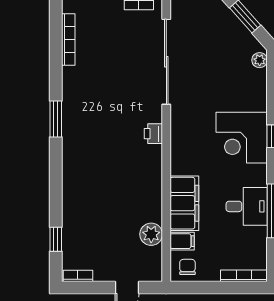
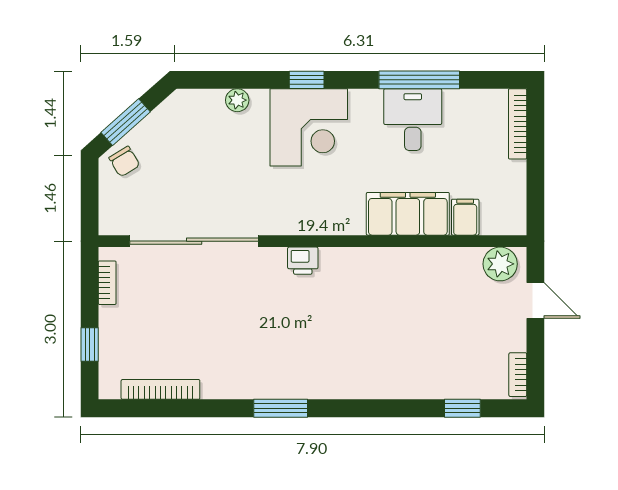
plant: (260, 60) -> (237, 100), moved
plant: (151, 234) -> (500, 264), moved
chair: (187, 267) -> (124, 161), moved, turned -121

